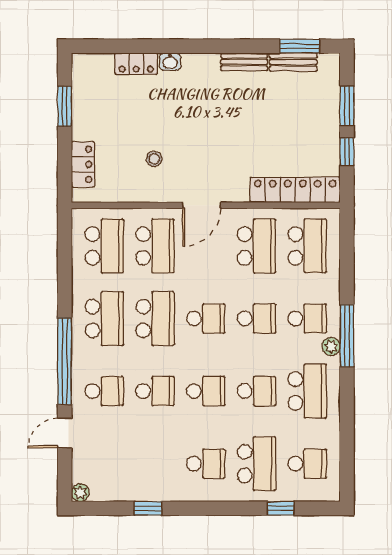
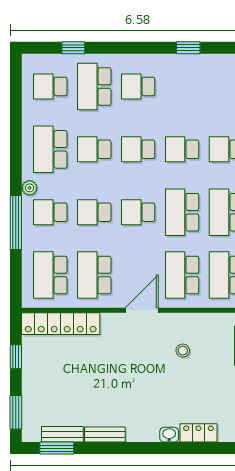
window: (347, 106) -> (16, 412), moved
window: (347, 336) -> (16, 223), moved

